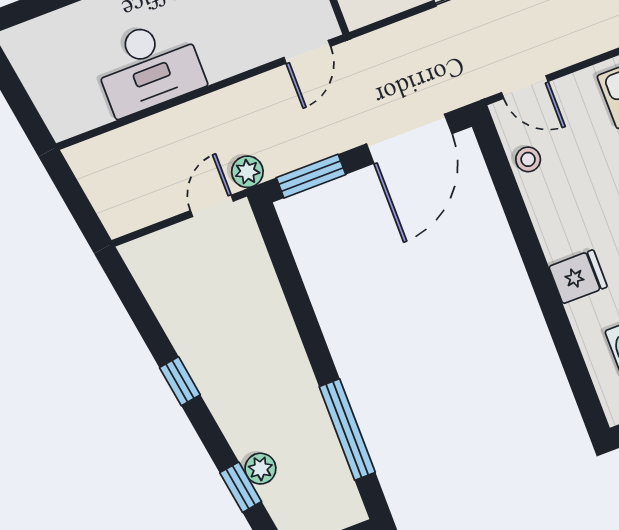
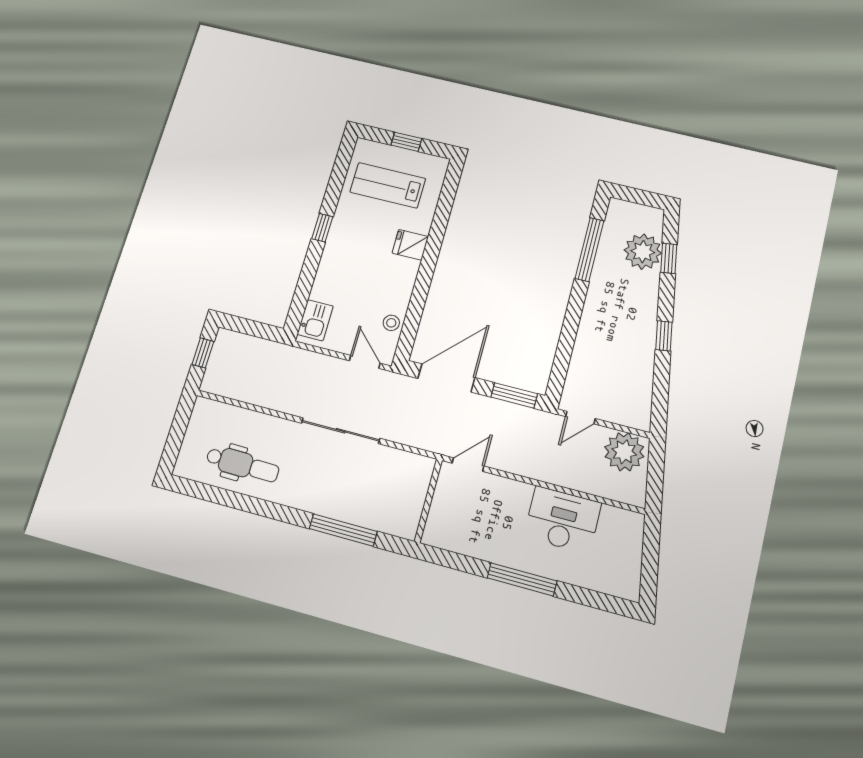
plant: (247, 172) -> (624, 452), moved, width x1.88, depth x1.88
plant: (260, 469) -> (643, 252), width x1.87, depth x1.87

